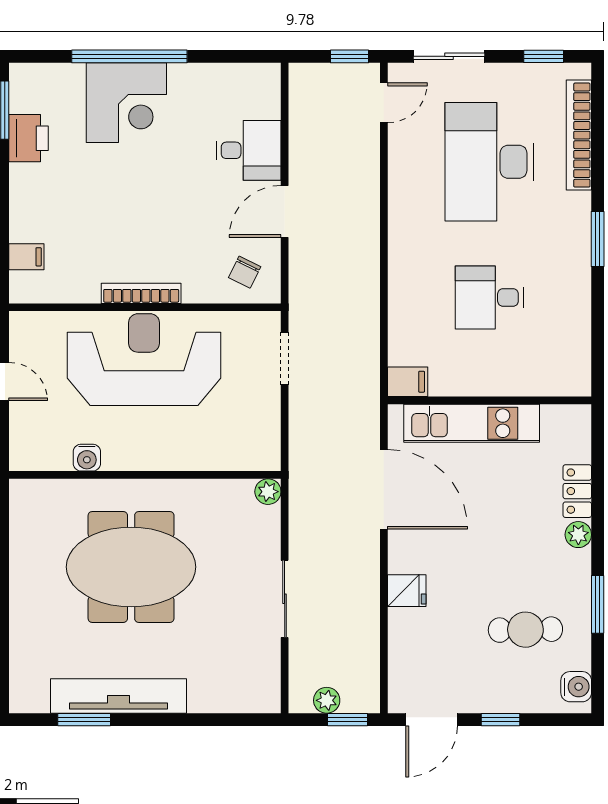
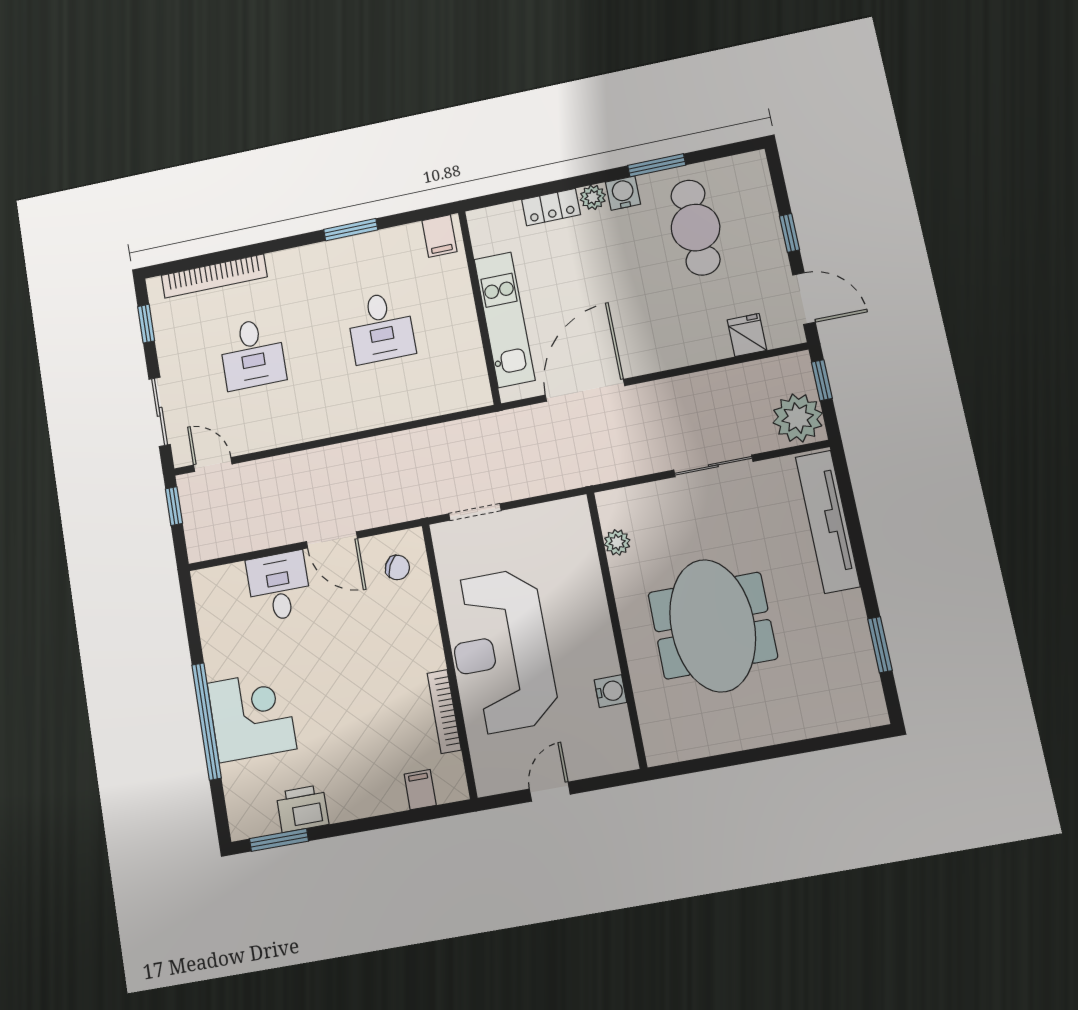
desk: (490, 162) -> (252, 354), width x0.53, depth x0.77
window: (598, 239) -> (351, 230), moved
bookcase: (141, 293) -> (444, 711), moved
filing cabinet: (408, 382) -> (440, 236), moved, turned 180
plant: (268, 492) -> (617, 542), moved
fridge: (407, 591) -> (747, 335), moved
cafe table: (525, 630) -> (696, 228), width x1.37, depth x1.35
water cooler: (576, 687) -> (623, 193), moved
tv unit: (119, 696) -> (828, 522), moved
plant: (327, 700) -> (798, 418), width x1.87, depth x1.87

